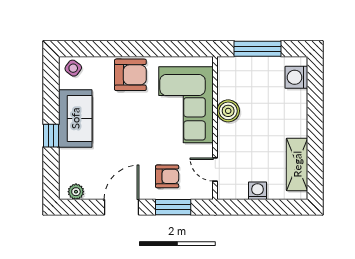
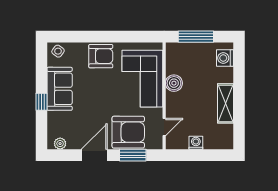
shelving: (297, 164) -> (225, 103), moved
door: (215, 170) -> (164, 127), swing flipped
armchair: (167, 176) -> (128, 132), width x1.88, depth x1.88

